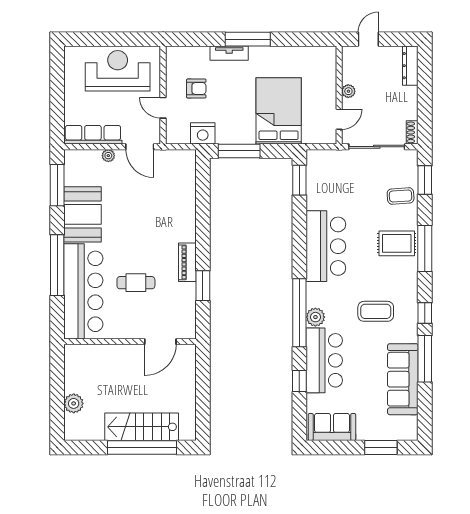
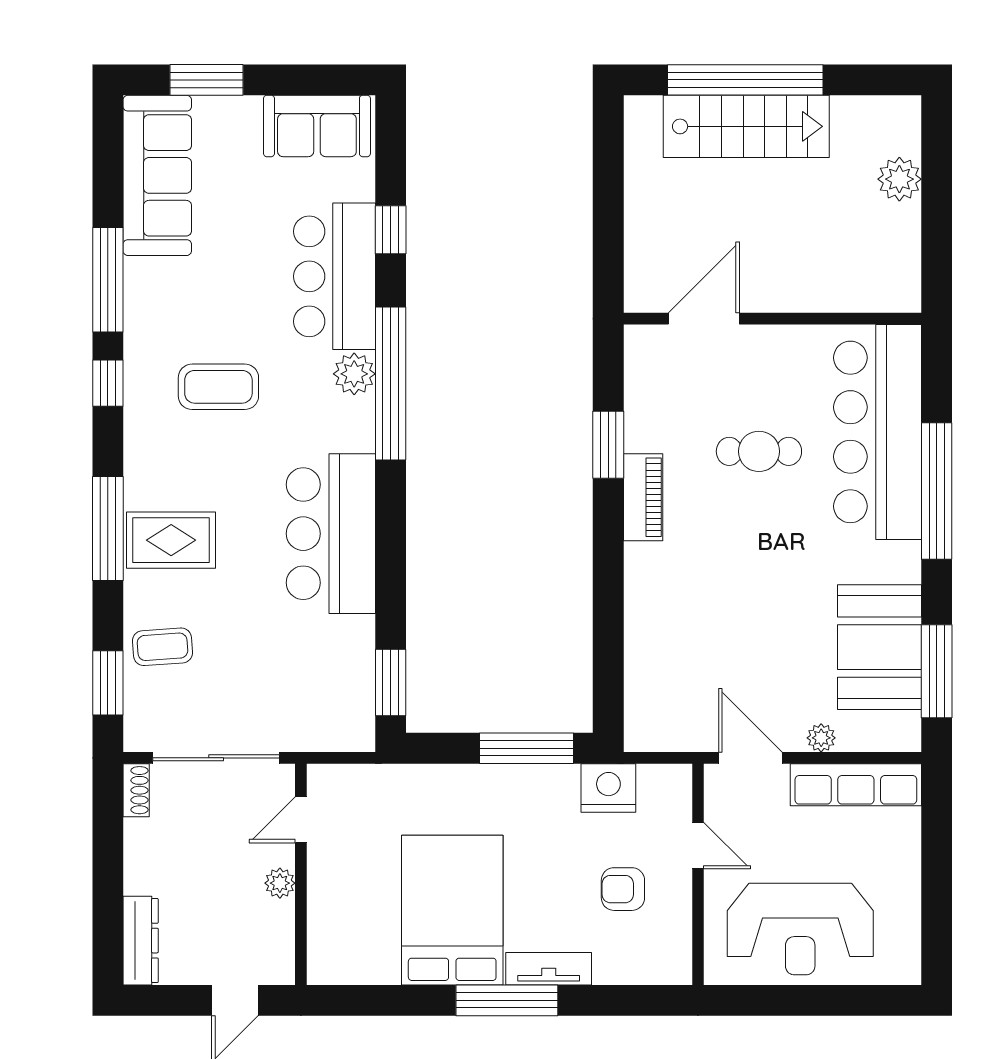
bed: (279, 111) -> (452, 910), moved, turned 180
booth: (82, 214) -> (879, 647), moved
sofa: (403, 379) -> (157, 175), moved

